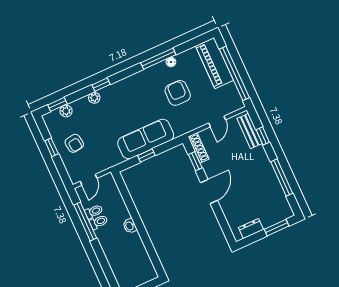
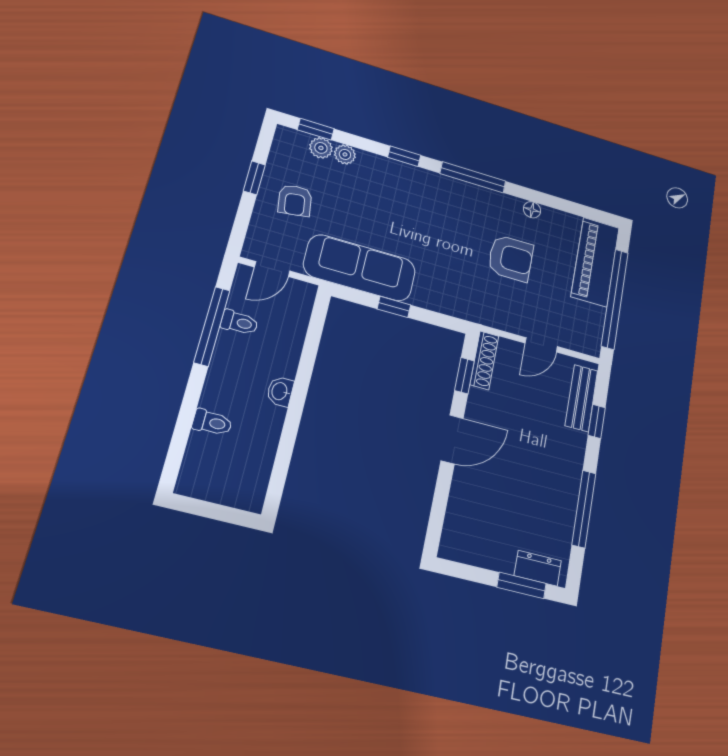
window: (158, 59) -> (473, 177), moved
armchair: (178, 93) -> (511, 258), turned 90
plant: (94, 98) -> (345, 154), moved
sofa: (146, 139) -> (360, 268), moved
toilet: (99, 222) -> (212, 423), moved
dresser: (251, 229) -> (538, 568), moved

